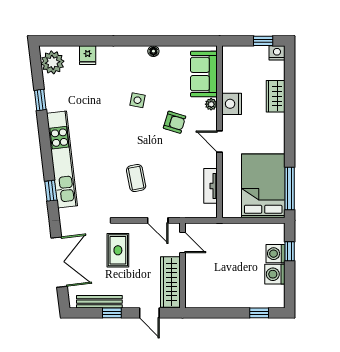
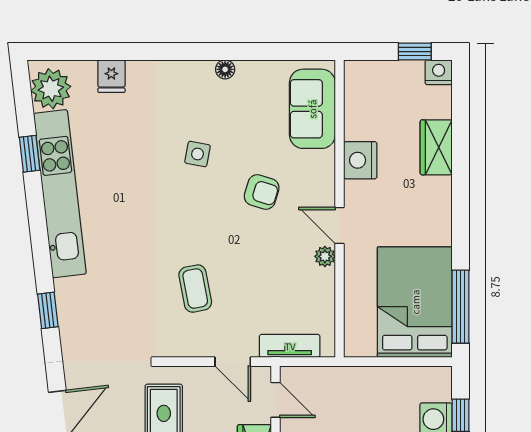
plant: (211, 104) -> (325, 256), moved
kitchen unit: (62, 159) -> (60, 194), moved
tv unit: (210, 186) -> (290, 346), moved, turned 90

